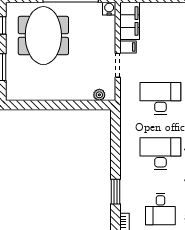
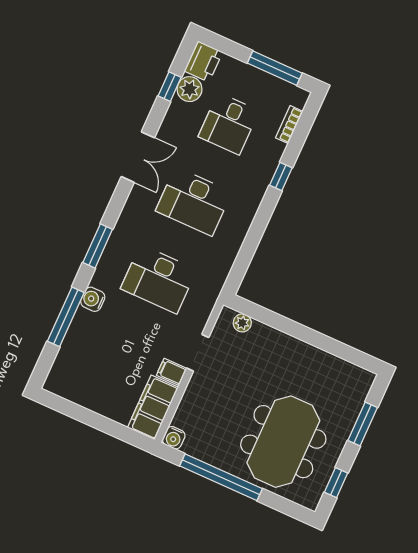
window: (116, 192) -> (281, 177), width x0.67
desk: (160, 209) -> (229, 124), turned 180

